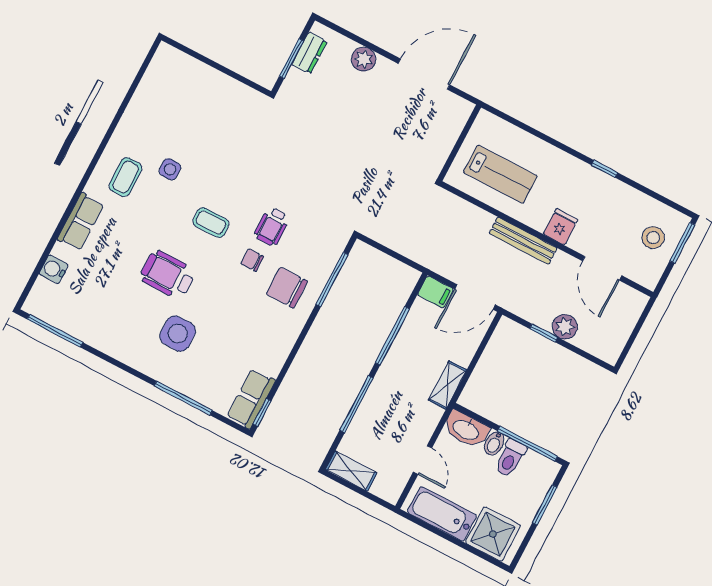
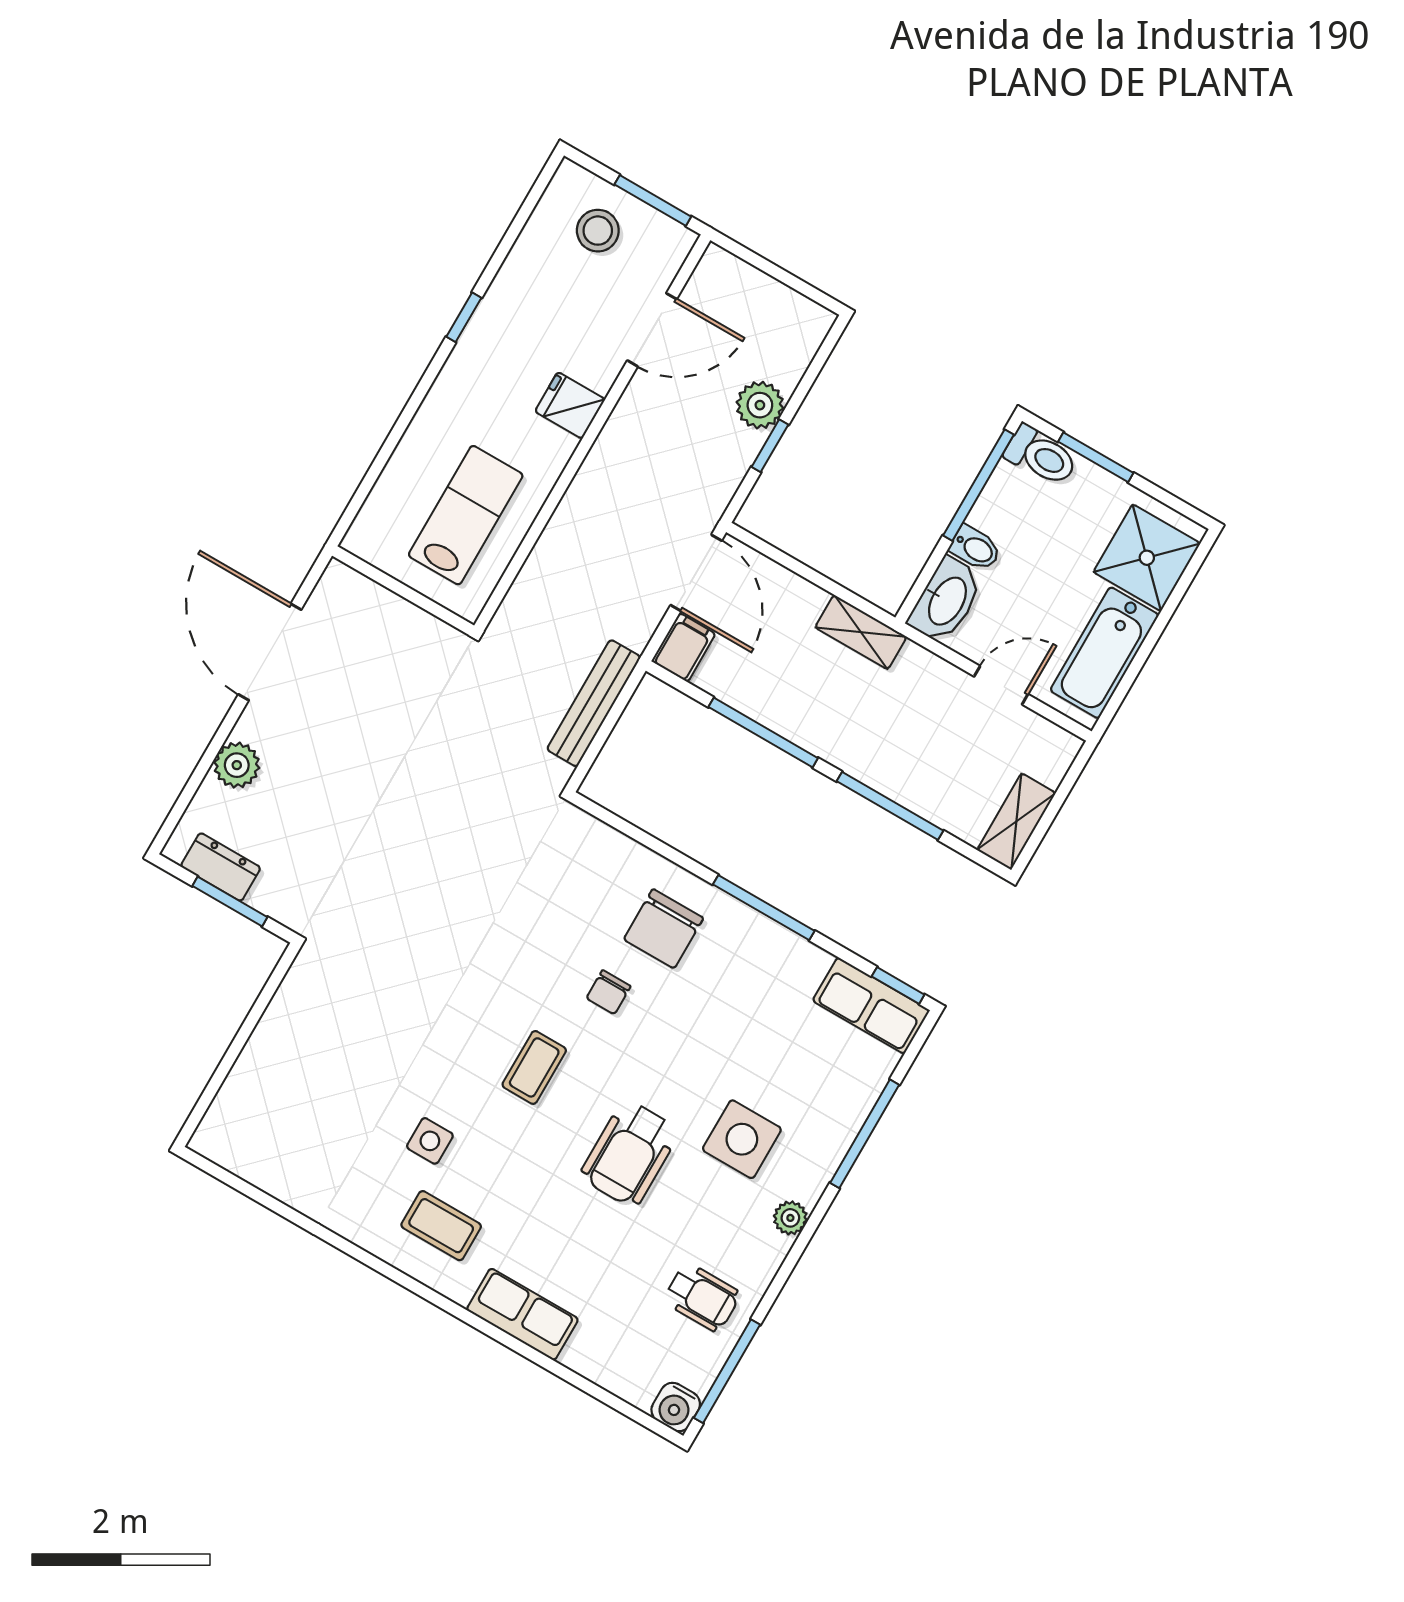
wheelchair: (272, 227) -> (702, 1297), moved
bench: (523, 241) -> (594, 703), moved
window: (682, 243) -> (653, 201), moved
water cooler: (54, 269) -> (676, 1407), moved
window: (332, 279) -> (764, 908), moved
plant: (137, 361) -> (790, 1218), added
toilet: (510, 458) -> (1041, 456), moved

